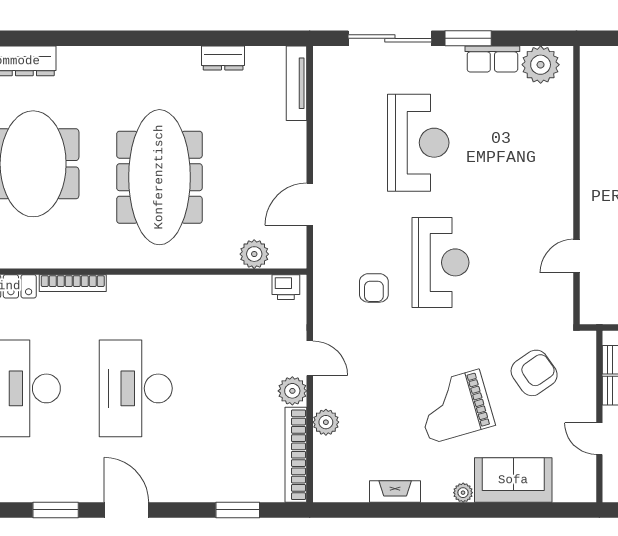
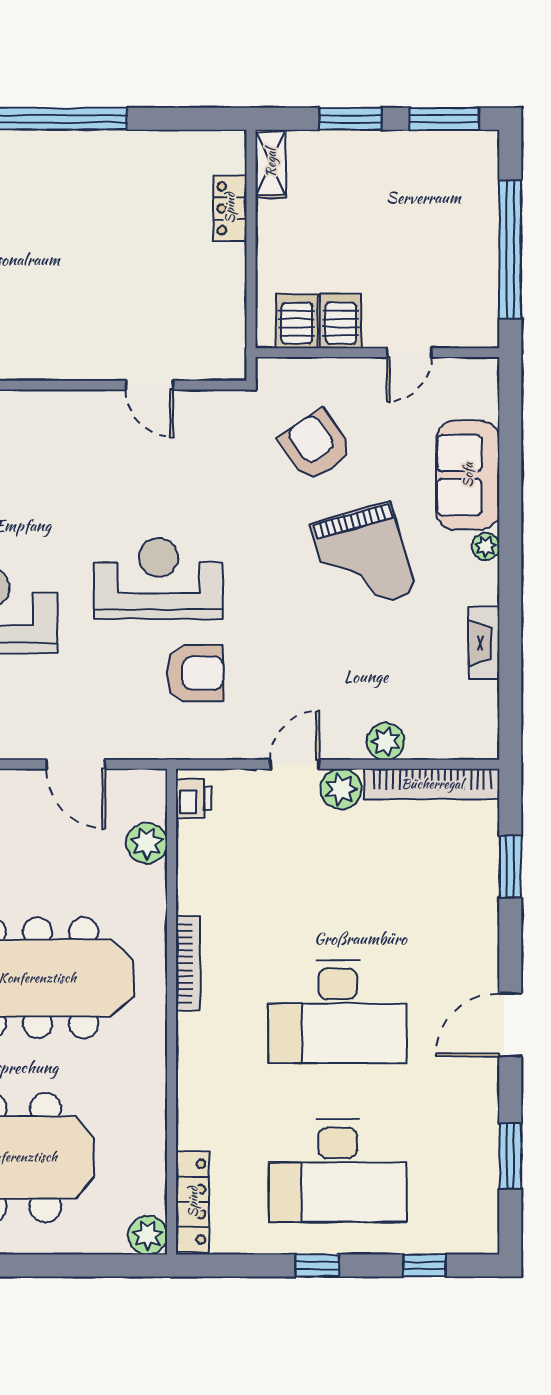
bookcase: (73, 283) -> (188, 963), moved
armchair: (374, 288) -> (195, 673), width x1.38, depth x1.38
window: (56, 510) -> (510, 1156), moved

